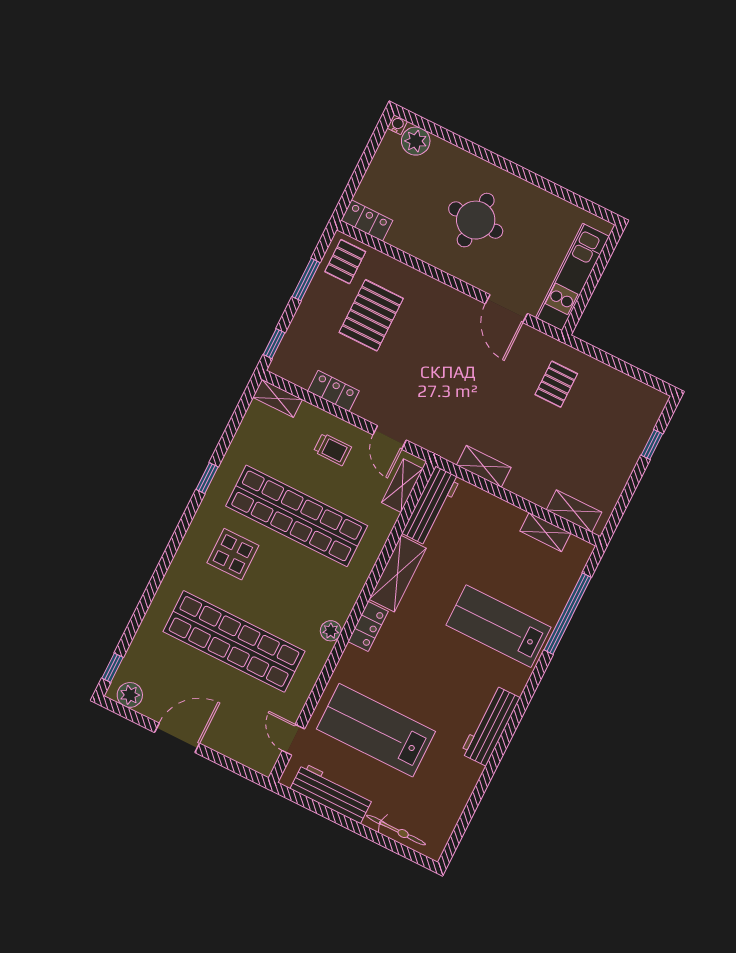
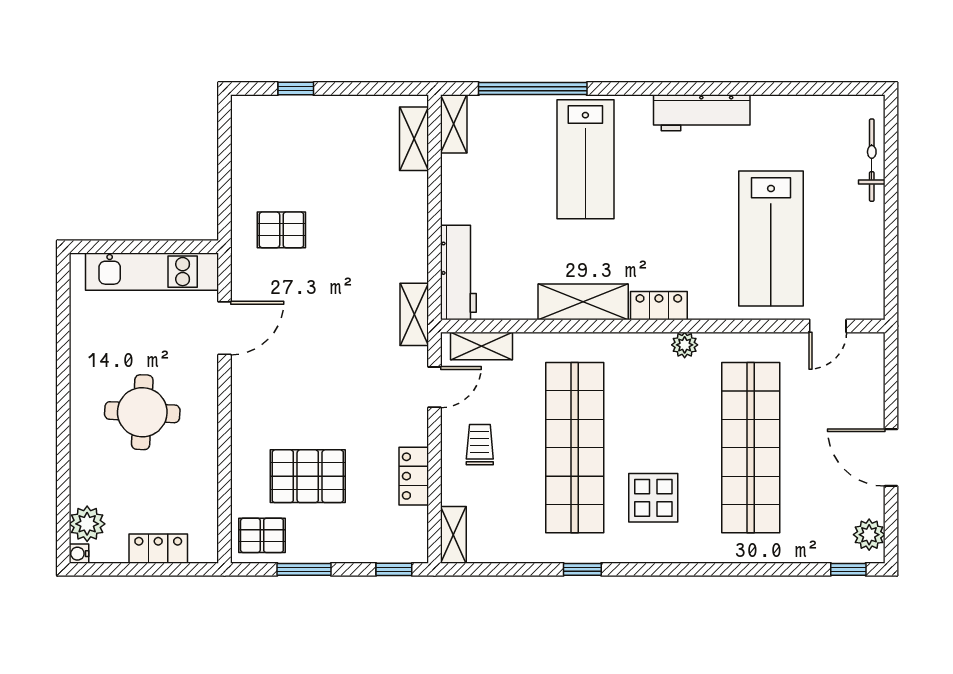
locker: (367, 221) -> (158, 549), moved, turned 90
shelving: (484, 466) -> (414, 314), moved
workbench: (431, 506) -> (458, 272), moved, turned 90
shelving: (545, 532) -> (454, 124), moved
workbench: (332, 793) -> (866, 253), removed

